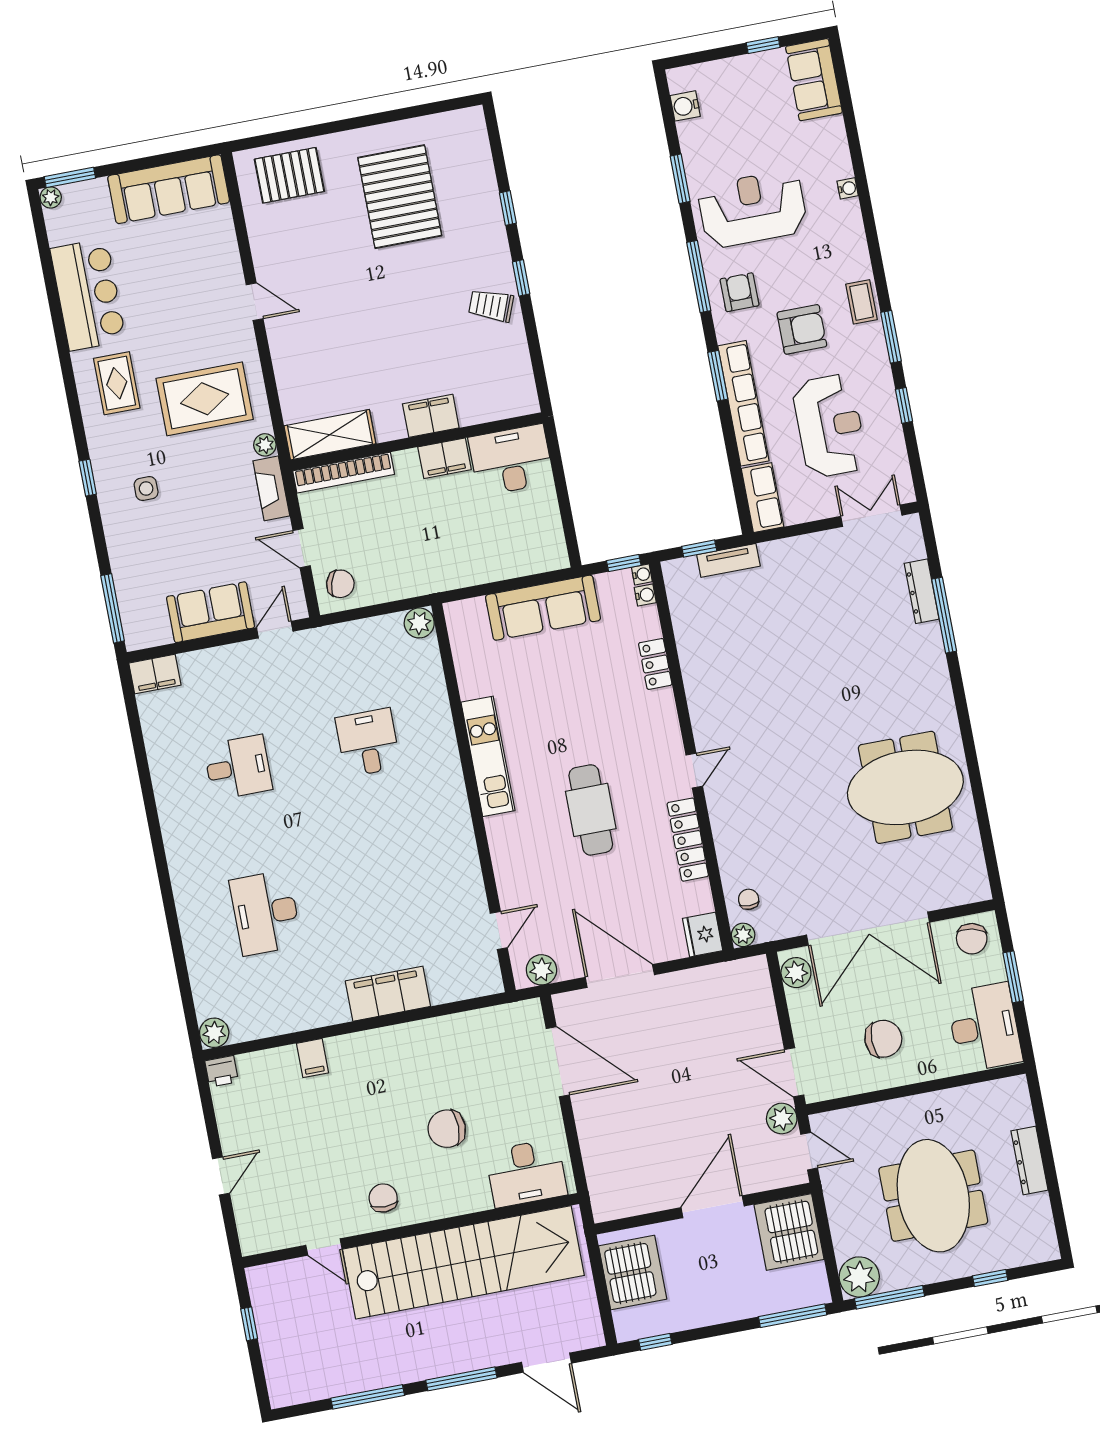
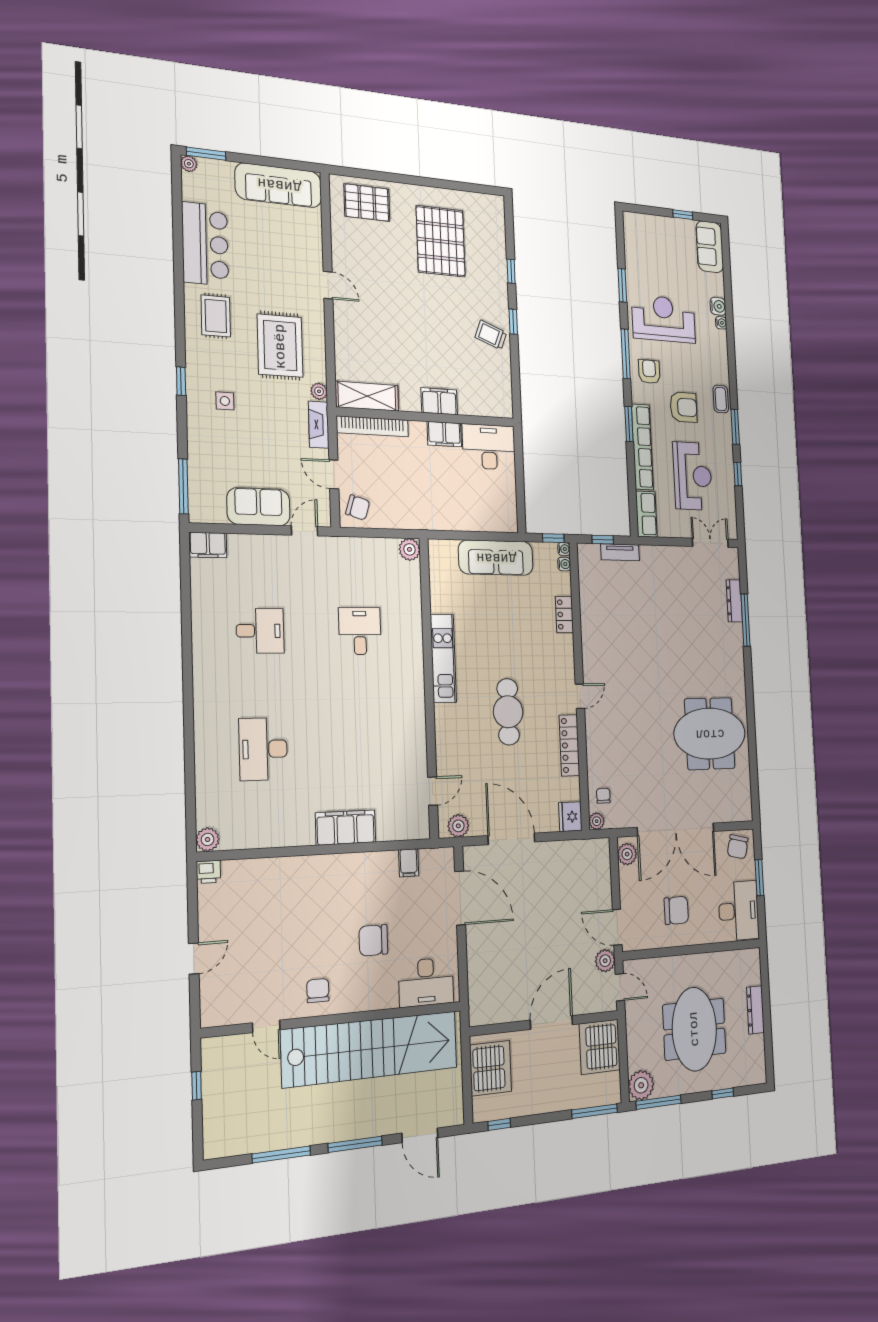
water cooler: (685, 106) -> (718, 306), moved, turned 180
rug: (205, 399) -> (280, 346), turned 90
filing cabinet: (312, 1058) -> (409, 863), moved

